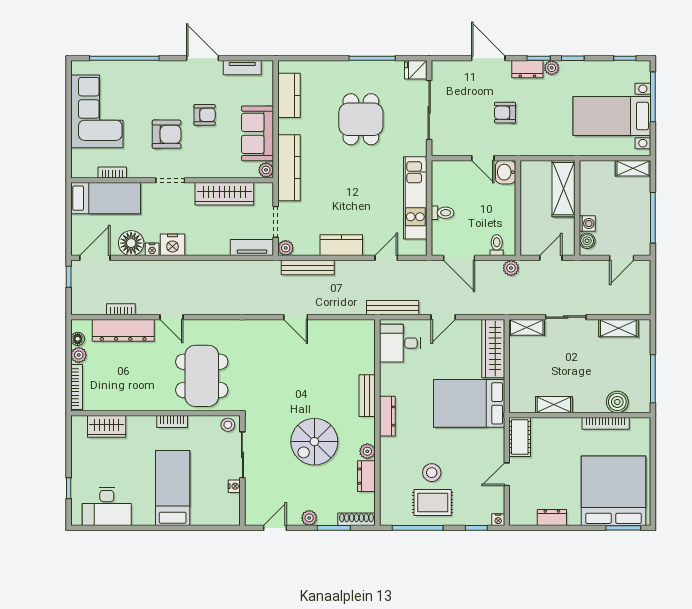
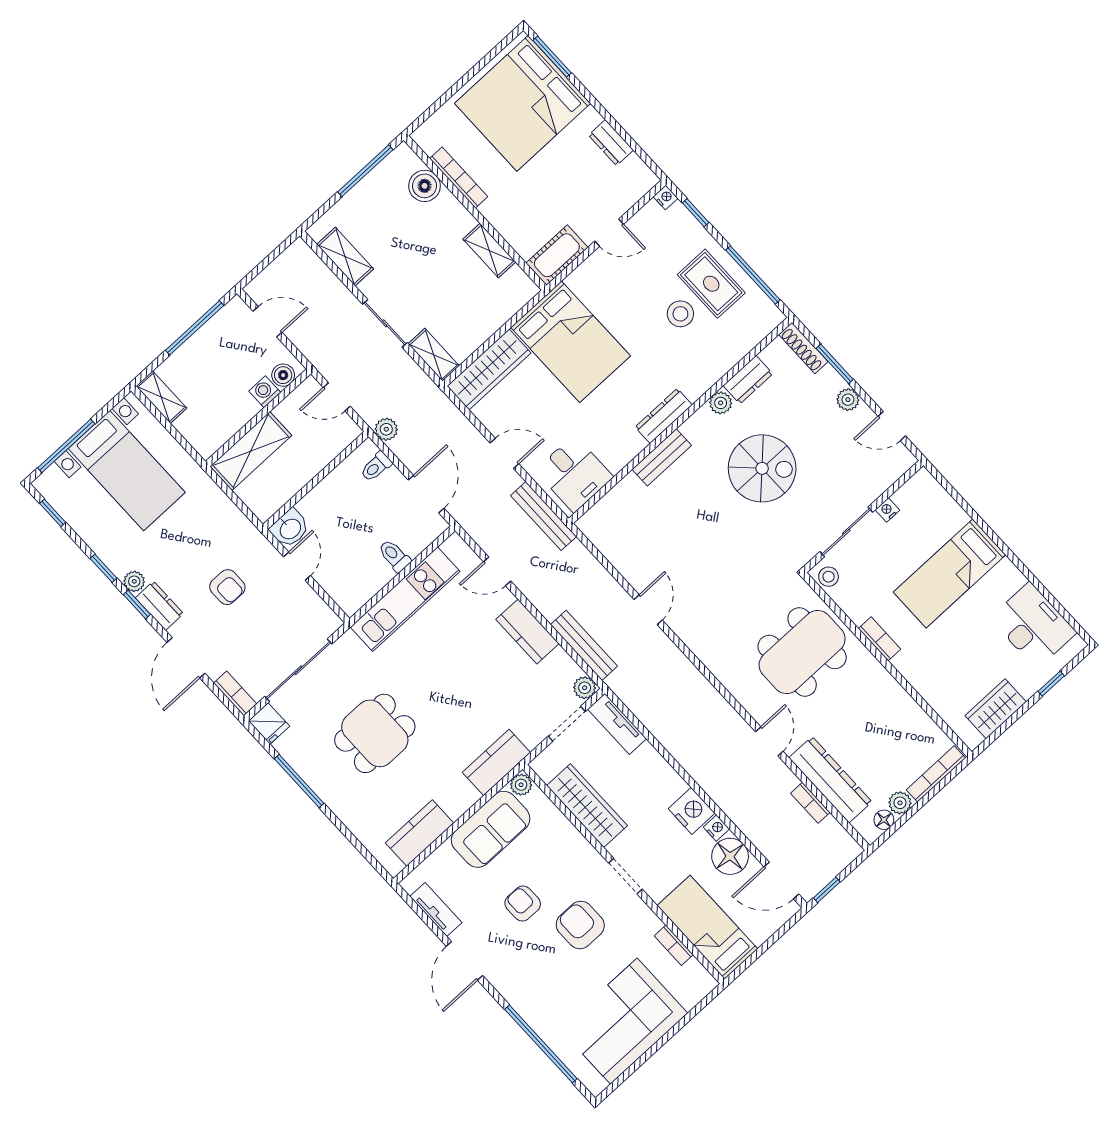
bookcase: (447, 67) -> (235, 694), added
kitchen counter: (289, 168) -> (496, 762), width x0.67
wardrobe: (107, 426) -> (996, 709), moved, turned -90

